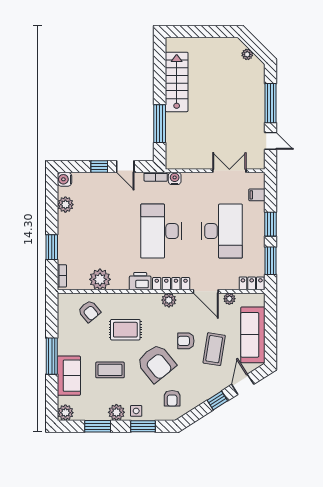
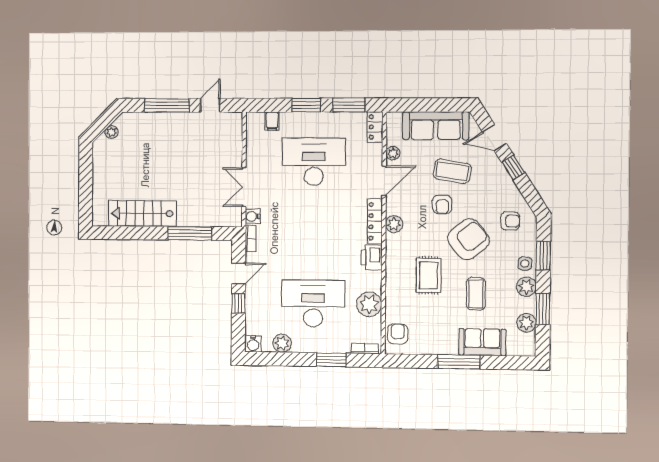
double door: (229, 171) -> (244, 187), moved
desk: (161, 231) -> (313, 303), moved, turned 180
armchair: (89, 311) -> (398, 334), moved, turned -50
plant: (65, 413) -> (526, 323), moved

